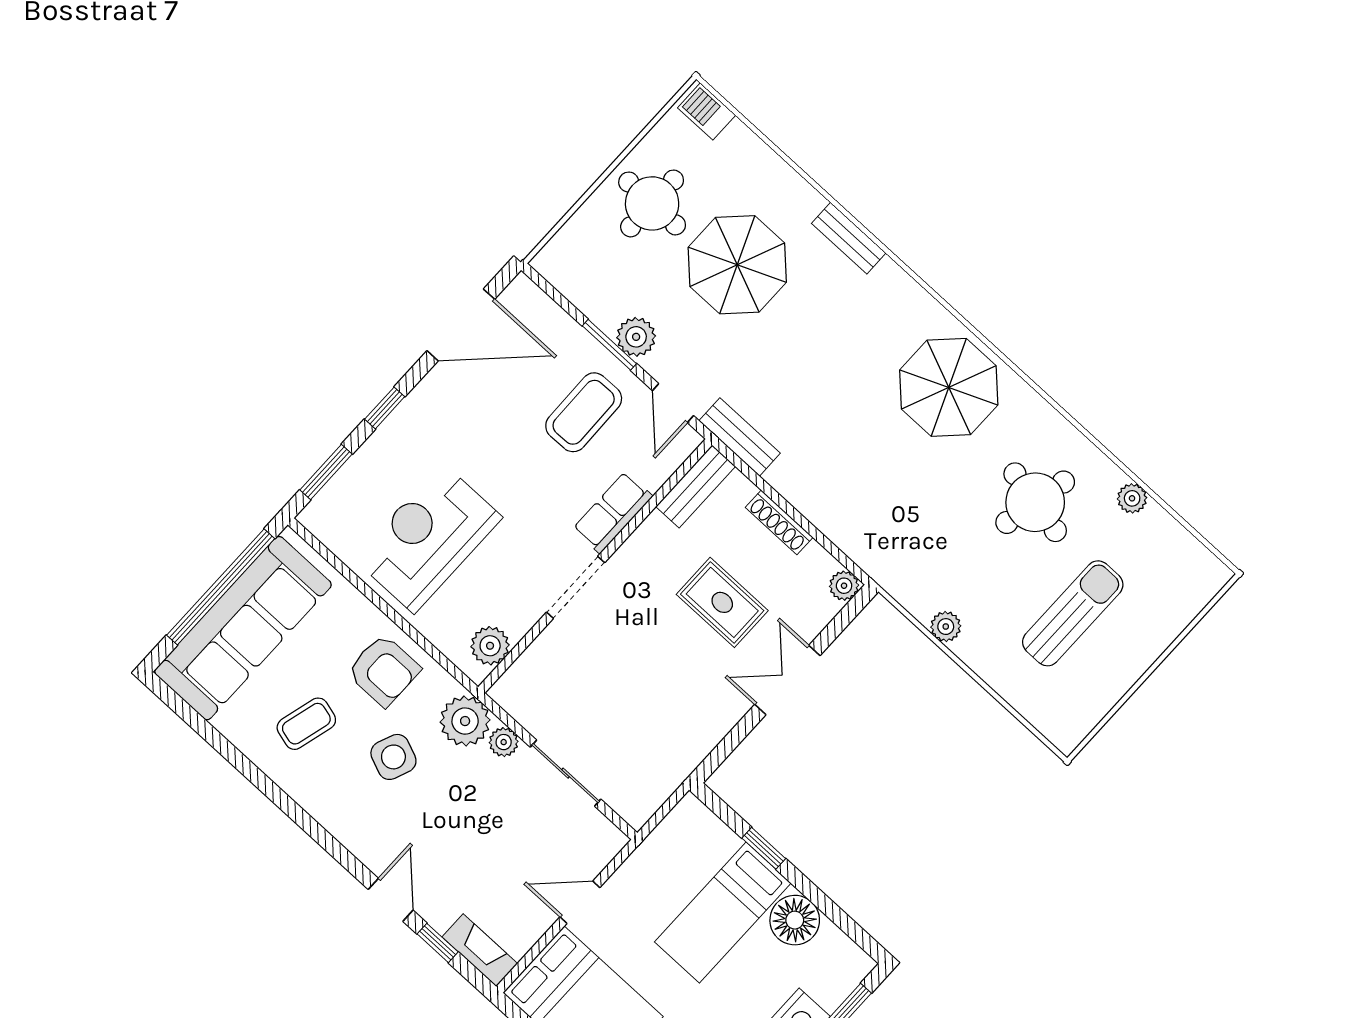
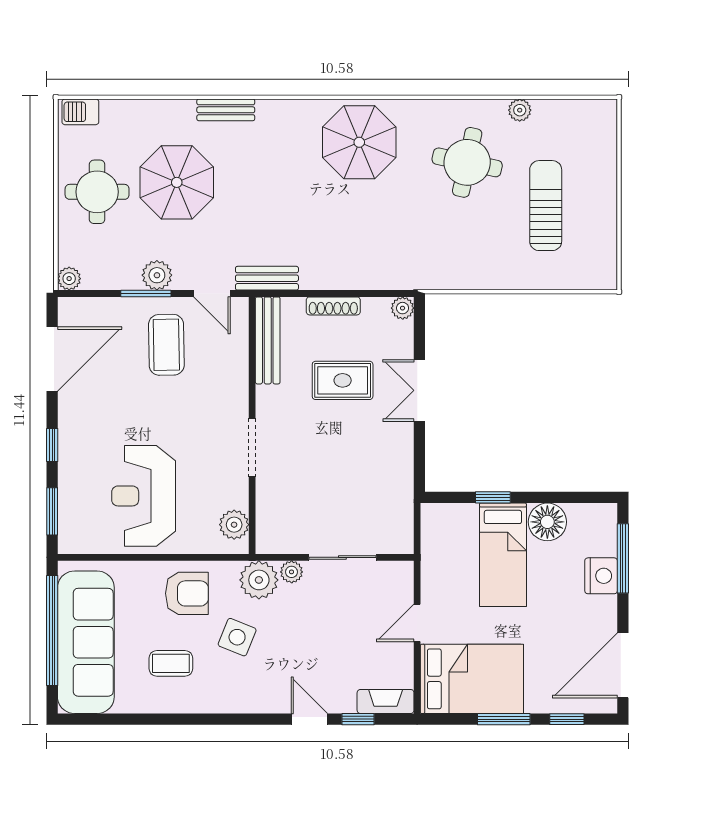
bench: (696, 486) -> (268, 340), width x1.36
row of seats: (613, 512) -> (234, 386), removed
plant: (946, 627) -> (69, 279), moved
coffee table: (306, 724) -> (171, 663), turned 75

